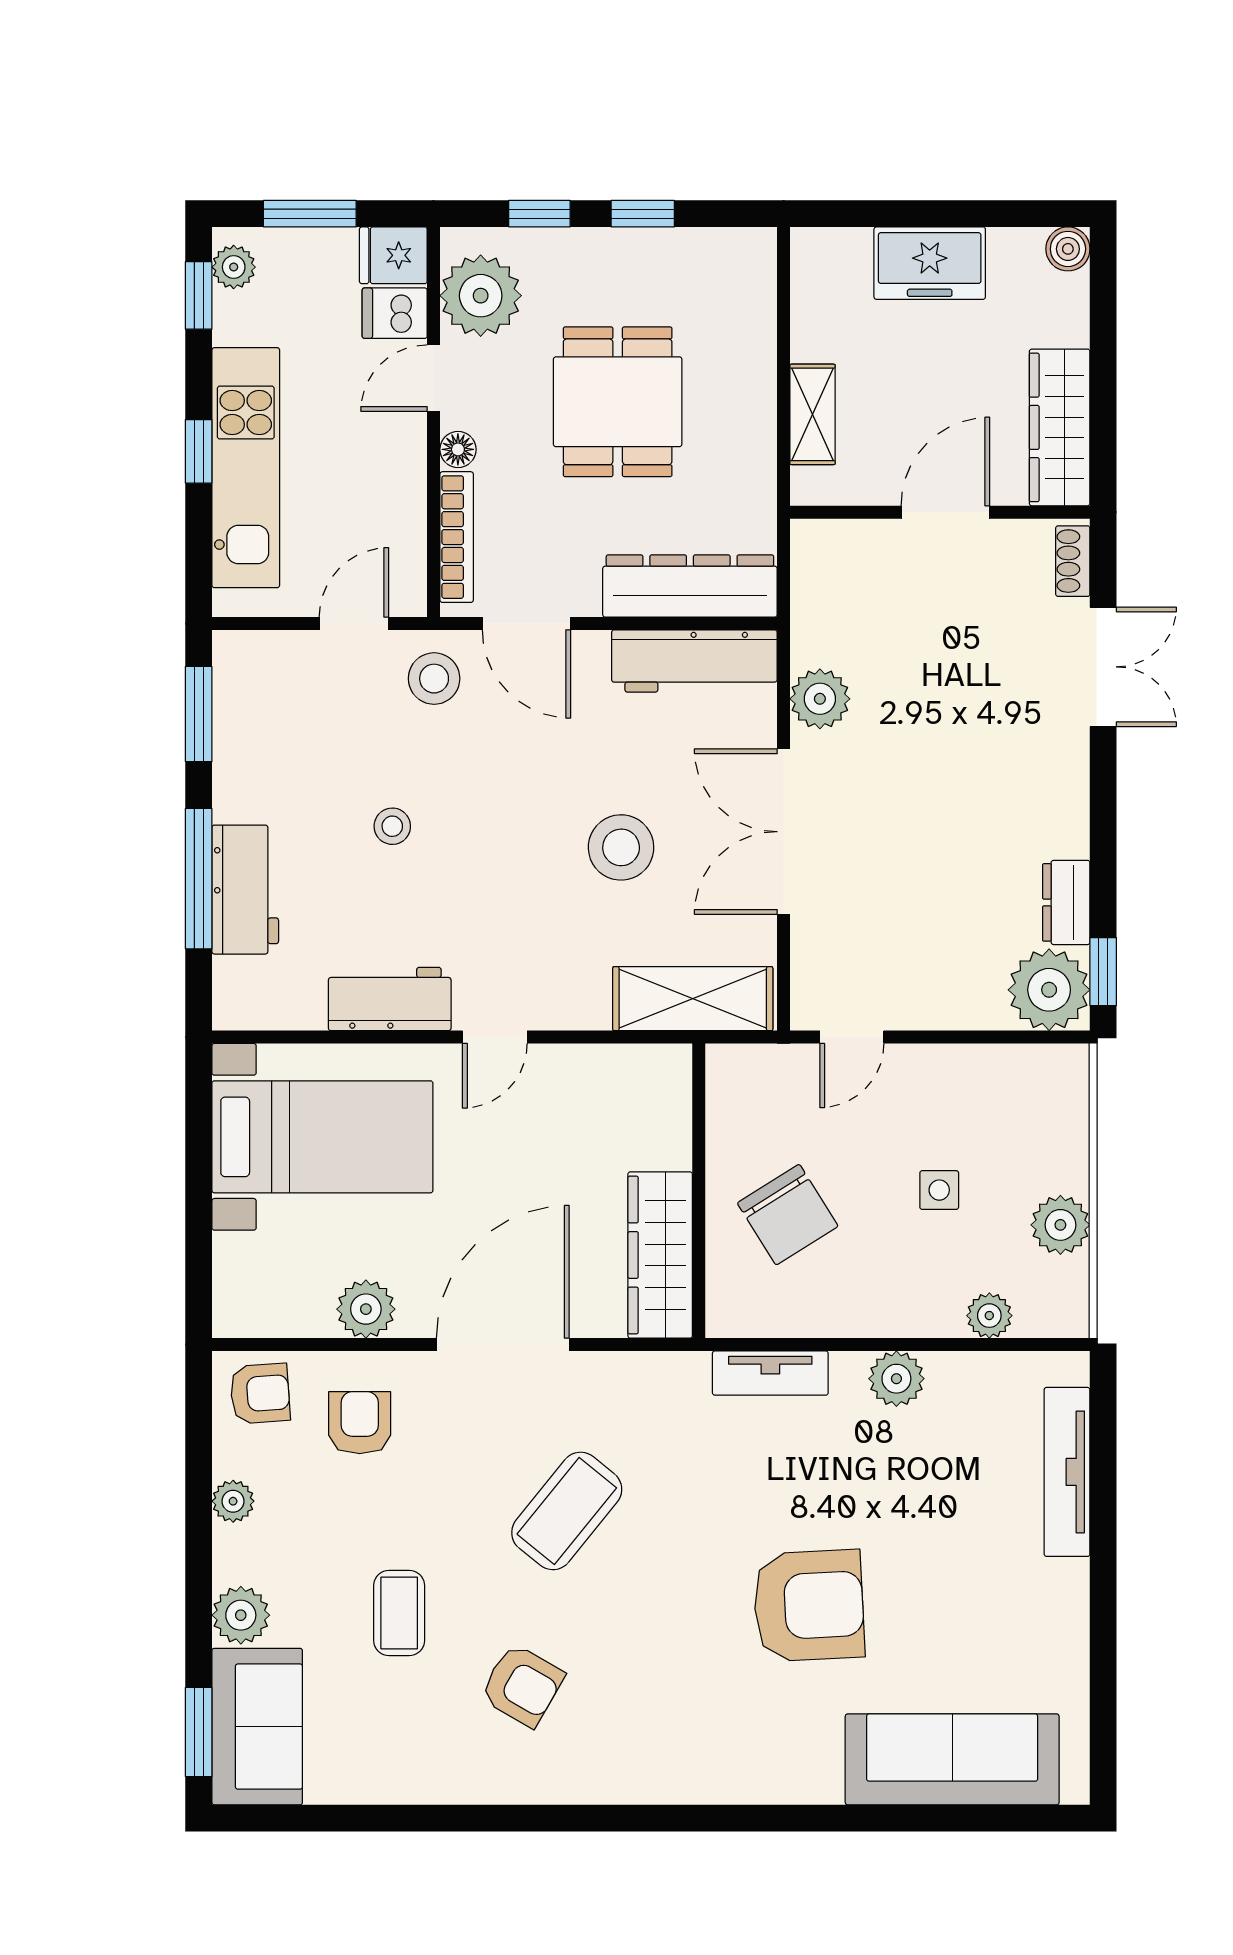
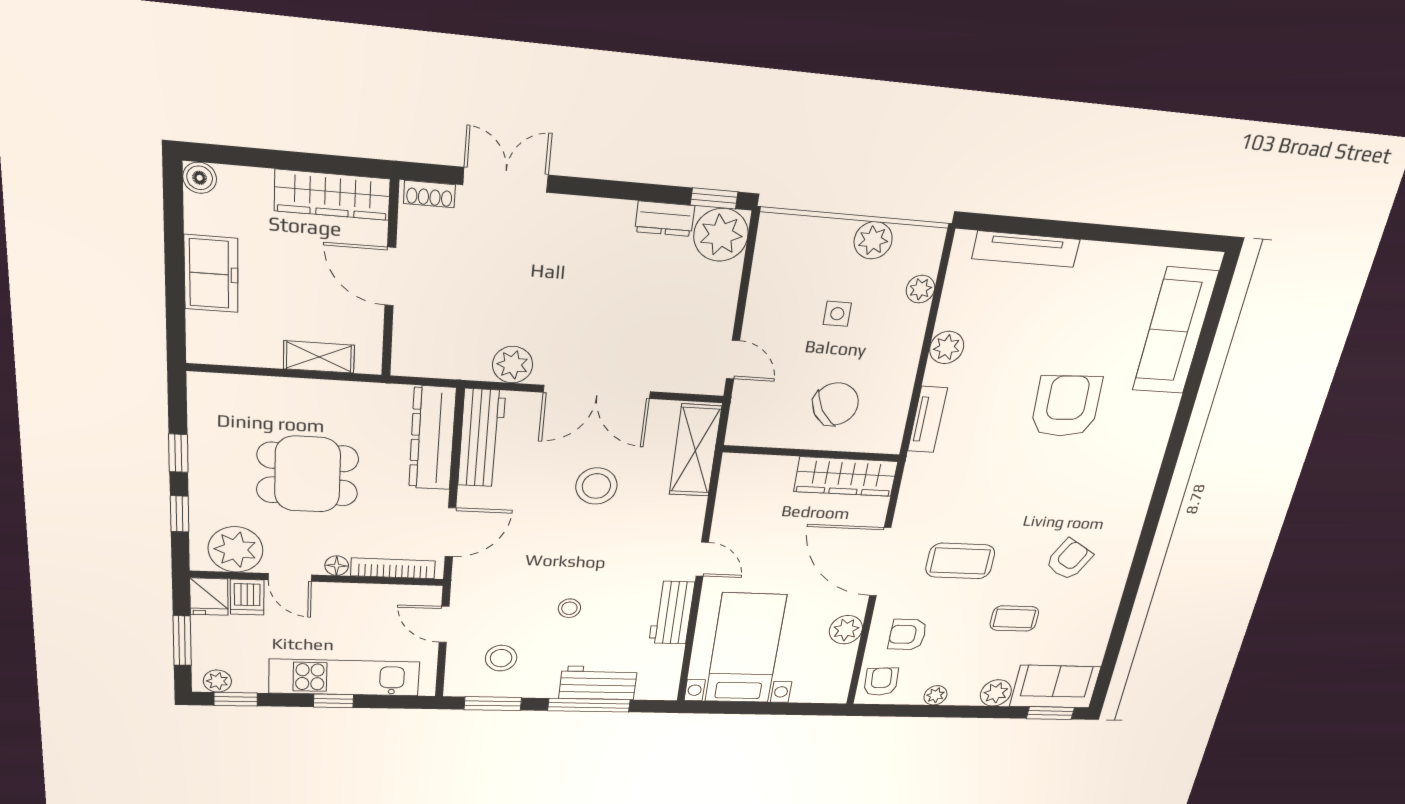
stool: (434, 679) -> (501, 658), moved
coffee table: (567, 1511) -> (960, 561), moved, turned -39

